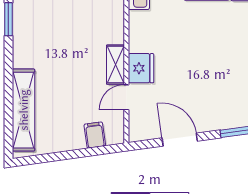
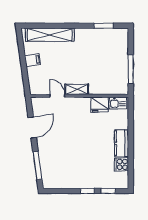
fridge: (141, 68) -> (100, 104), moved
filing cabinet: (95, 135) -> (33, 60), moved

